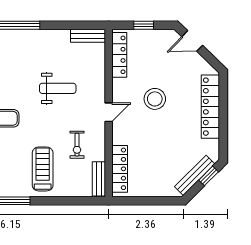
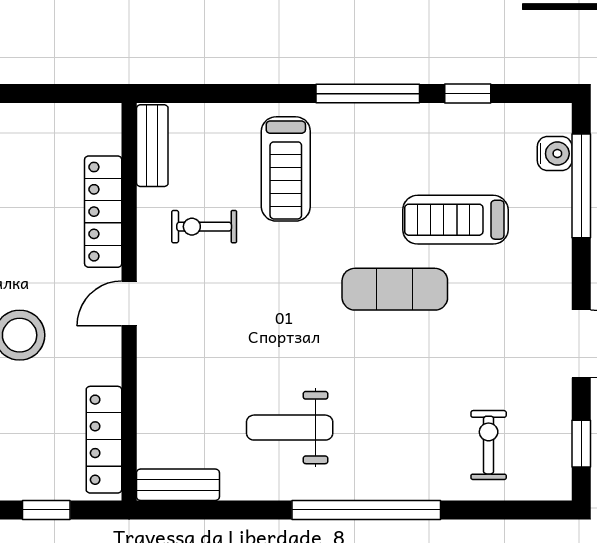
weight bench: (58, 88) -> (290, 428), moved
exercise bike: (77, 145) -> (204, 227), turned -90
locker: (120, 169) -> (103, 212), moved

